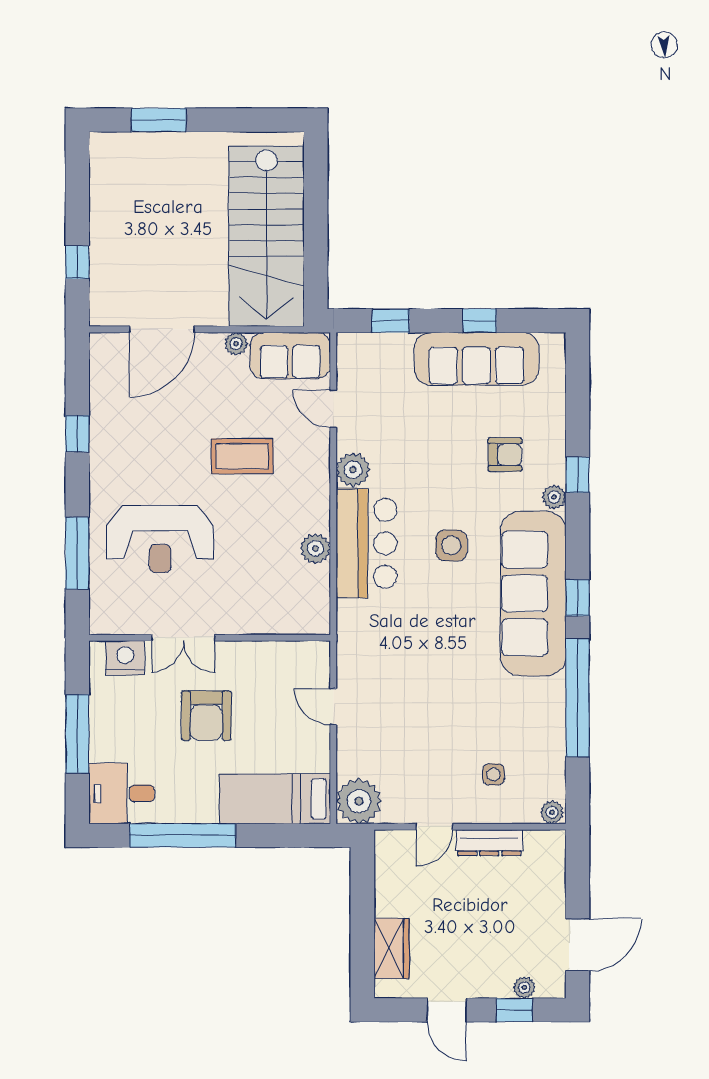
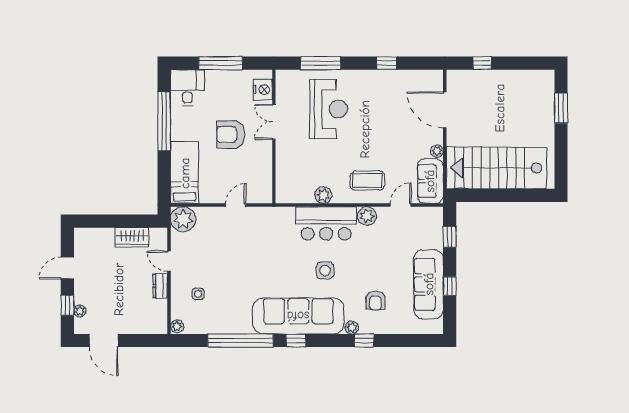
coffee table: (242, 456) -> (367, 181), moved, turned 90
reception desk: (160, 539) -> (329, 109), turned 180
dresser: (489, 843) -> (160, 286), width x0.70
wardrobe: (392, 948) -> (132, 237), moved

